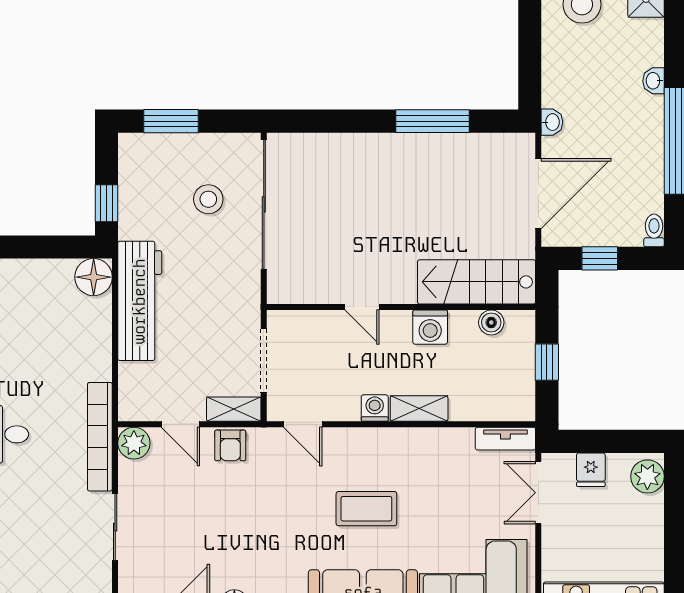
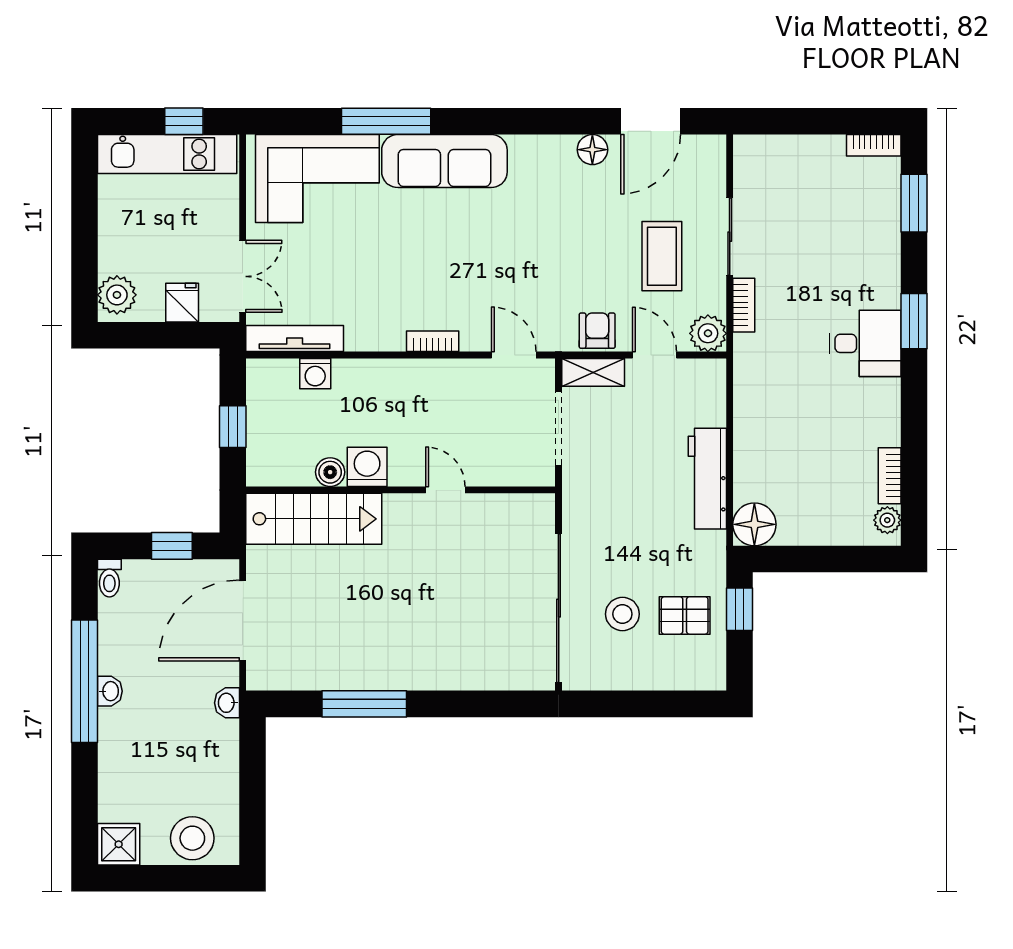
washbasin: (654, 81) -> (110, 691), moved
window: (171, 121) -> (665, 704), removed
pallet: (154, 198) -> (685, 615), added
workbench: (140, 301) -> (707, 479), width x0.73, depth x0.76
boiler: (491, 322) -> (330, 472), moved
washing machine: (375, 408) -> (315, 374), moved
shelving: (419, 408) -> (380, 373), removed
bookcase: (373, 436) -> (433, 341), added
bookcase: (100, 437) -> (744, 305), width x0.43, depth x0.76
tv unit: (505, 439) -> (295, 338), width x1.41
coffee table: (366, 509) -> (662, 256), moved, turned 90

